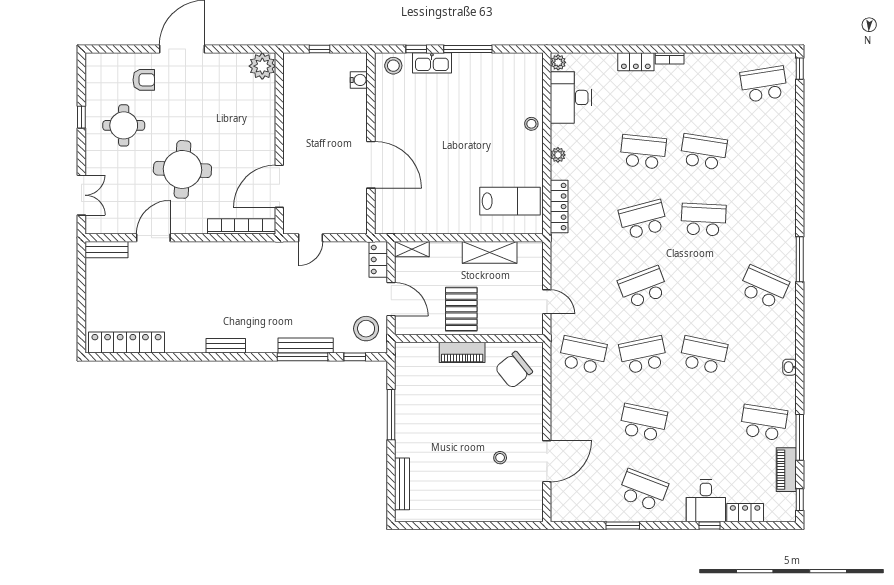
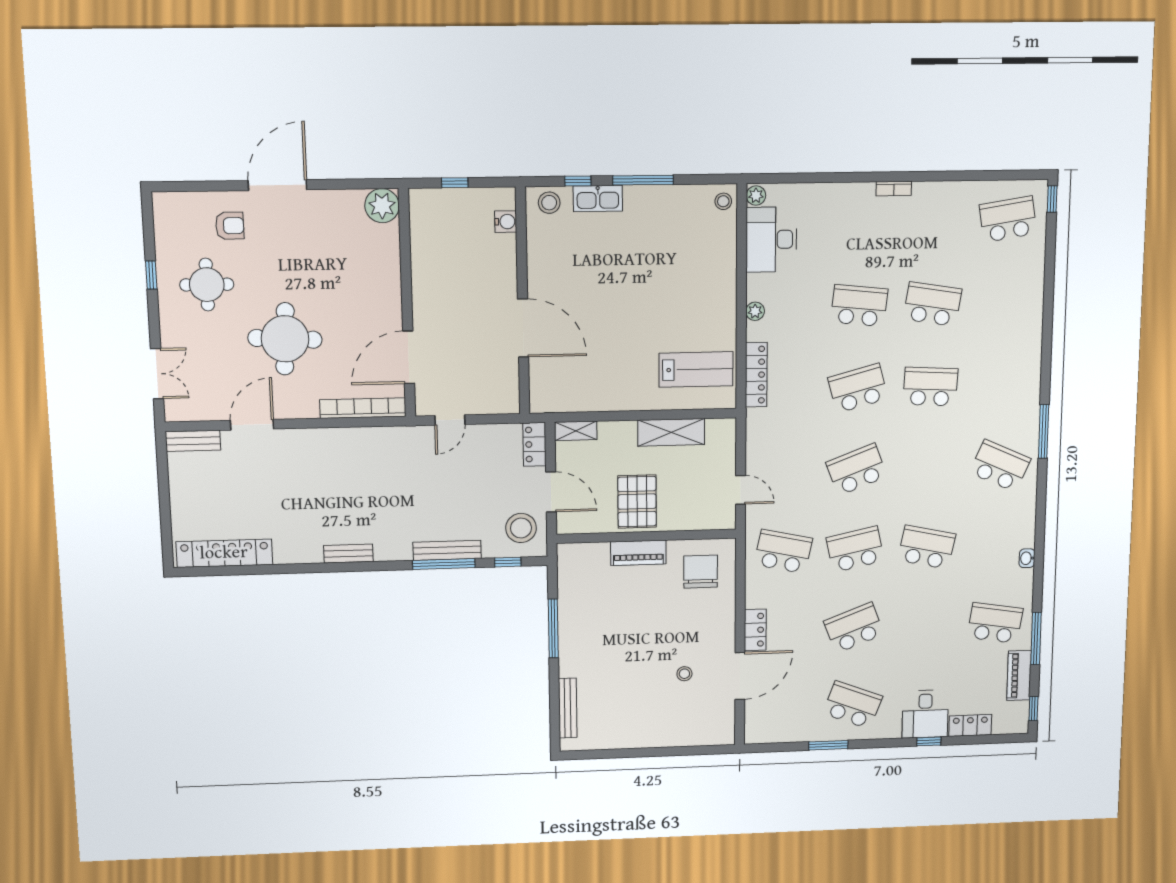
locker: (636, 62) -> (755, 630), moved, turned -90
stool: (531, 124) -> (723, 201), moved
chair: (514, 370) -> (701, 572), turned 129
school desk: (643, 423) -> (854, 628), turned -33

